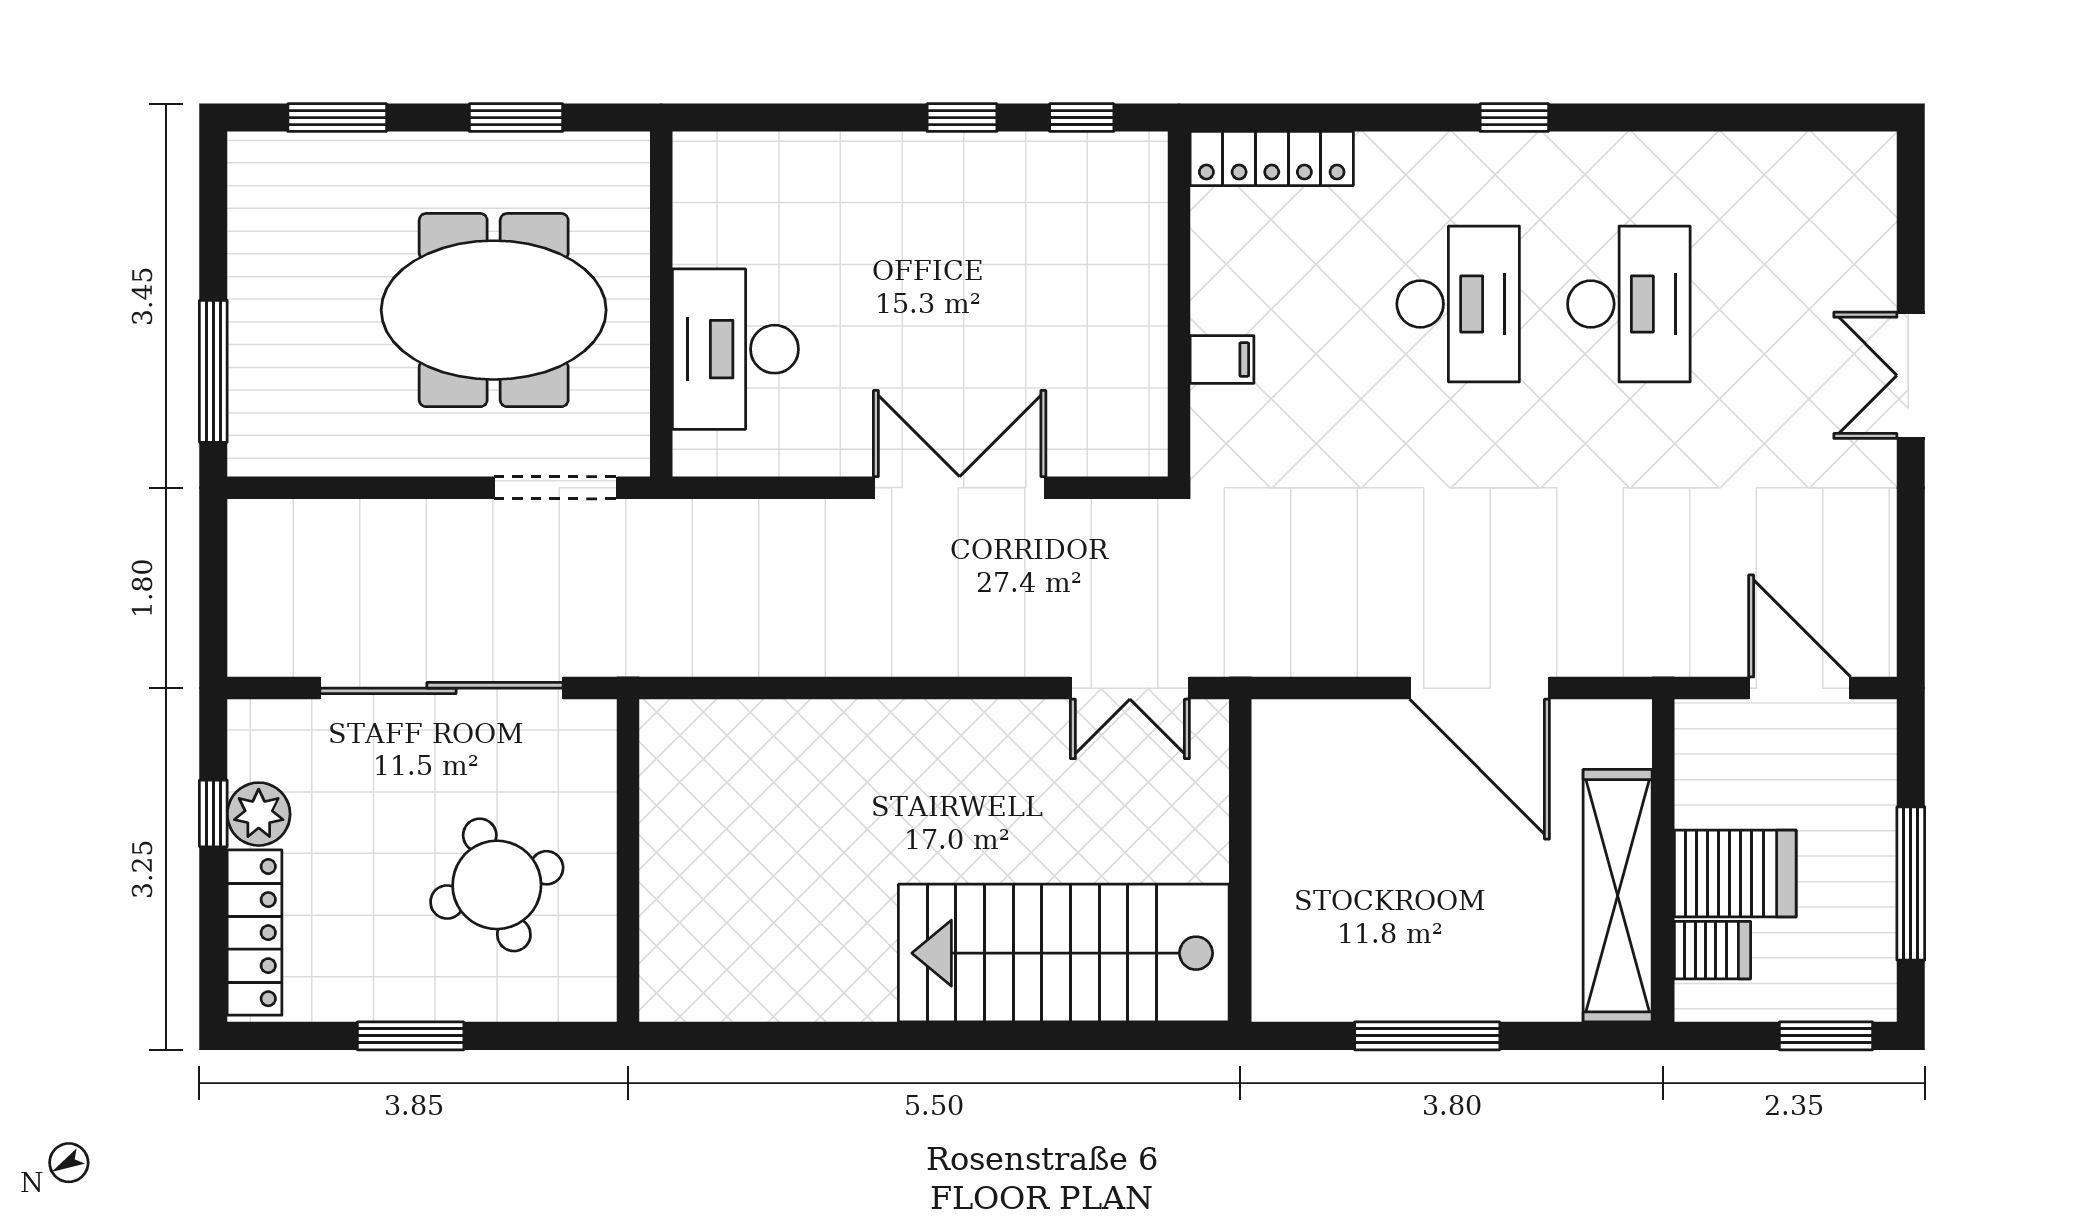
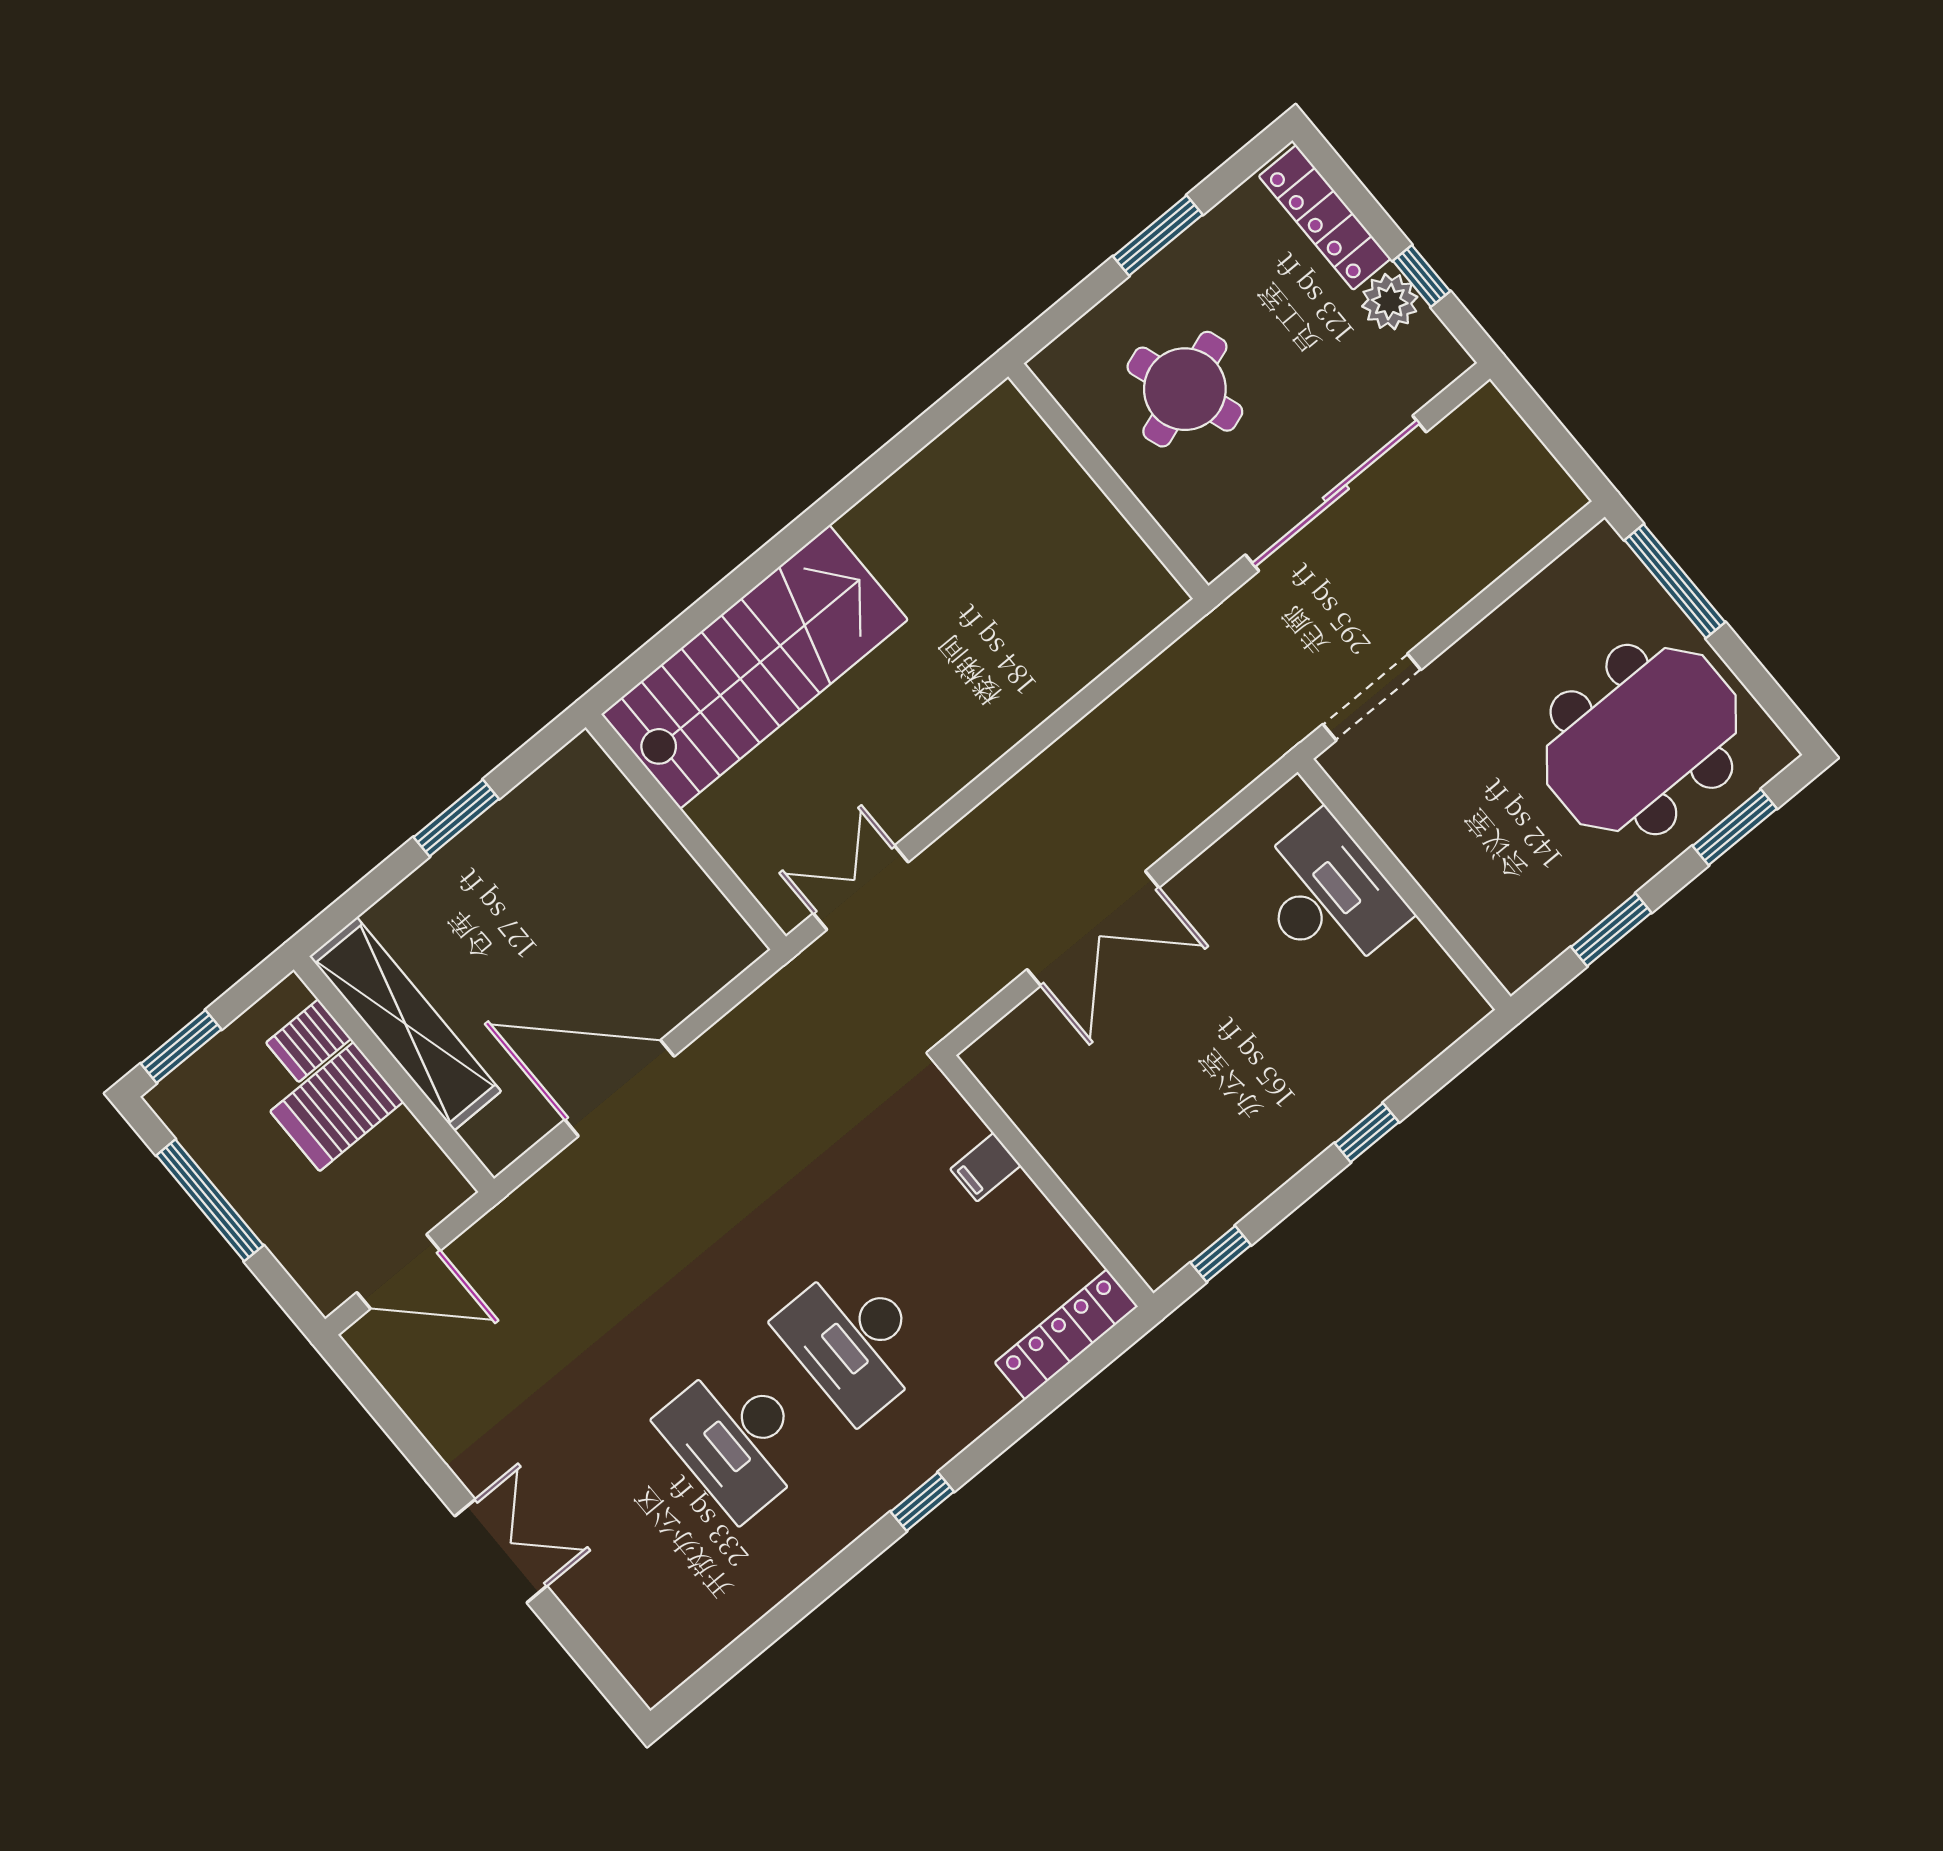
window: (962, 118) -> (1367, 1133), moved
meeting table: (494, 310) -> (1641, 740), moved
window: (1427, 1036) -> (456, 818), width x0.69

